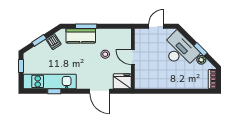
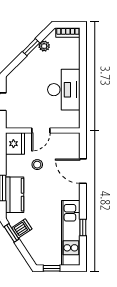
window: (39, 40) -> (12, 233), moved
desk: (180, 50) -> (64, 90), moved, turned 135
fridge: (122, 81) -> (15, 144), moved, turned 180
door: (100, 91) -> (83, 171), swing flipped

